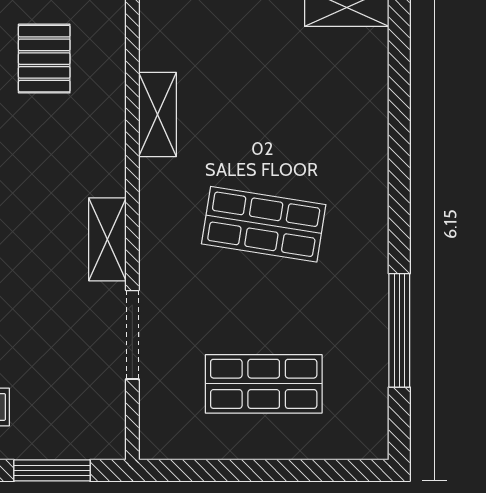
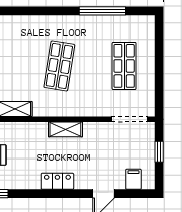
doorway: (132, 335) -> (130, 119), moved
window: (52, 470) -> (159, 152), width x0.67

